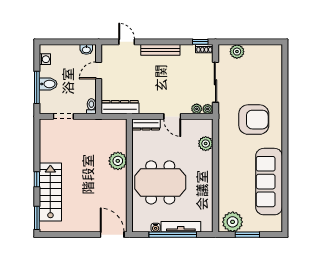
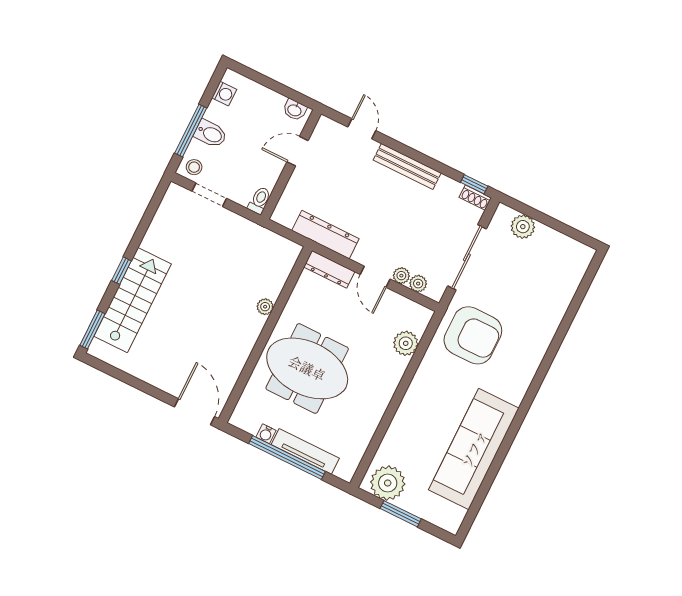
stool: (48, 106) -> (194, 167), added
dresser: (120, 107) -> (325, 235), moved
plant: (208, 109) -> (401, 276), moved
armchair: (254, 120) -> (473, 335), moved
plant: (118, 161) -> (265, 307), width x0.53, depth x0.53

